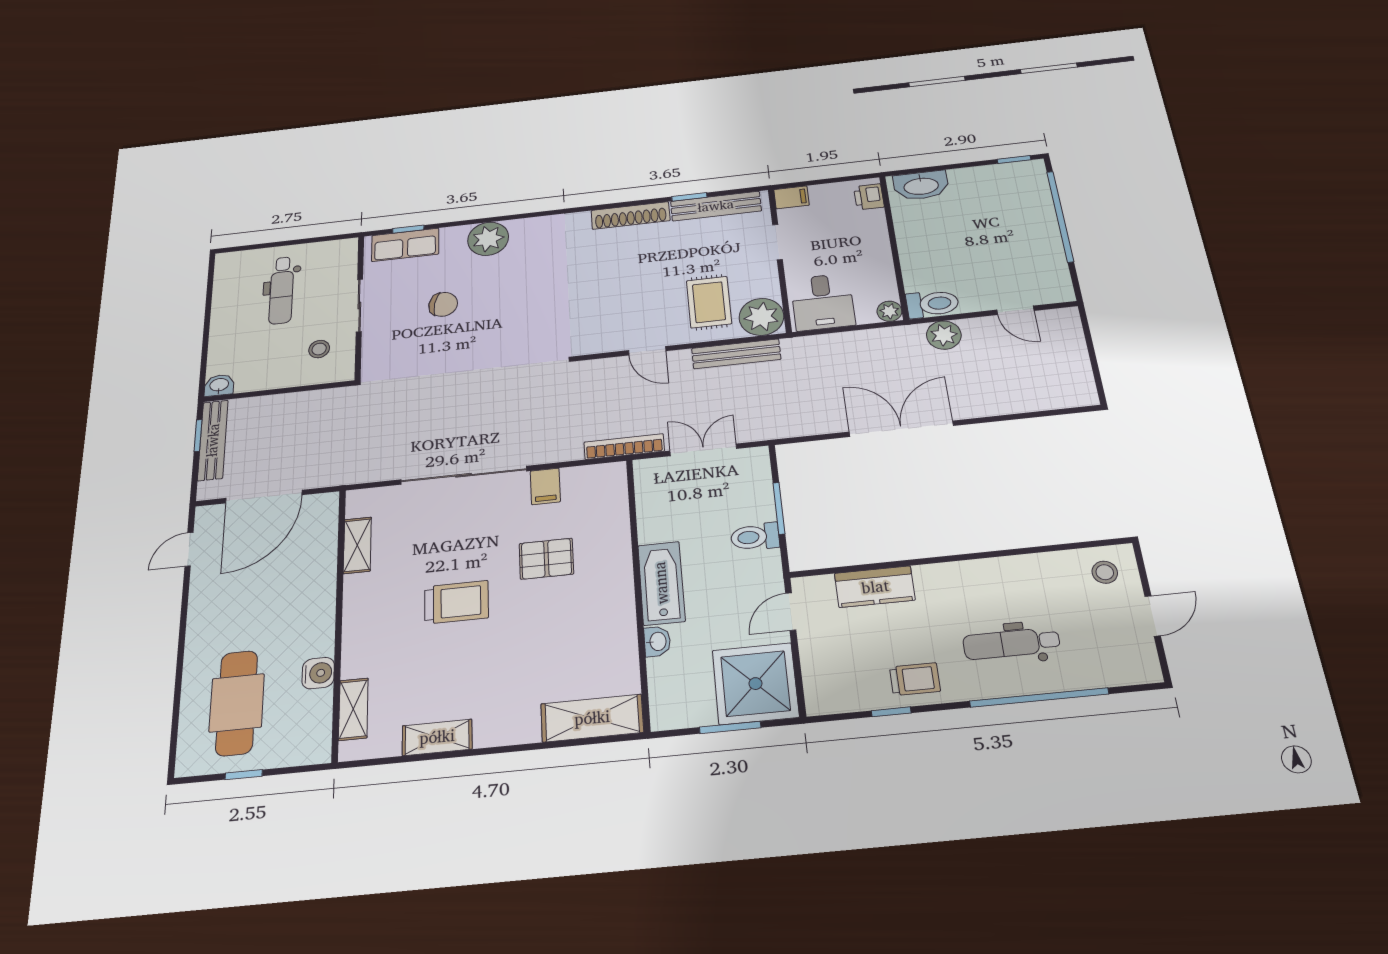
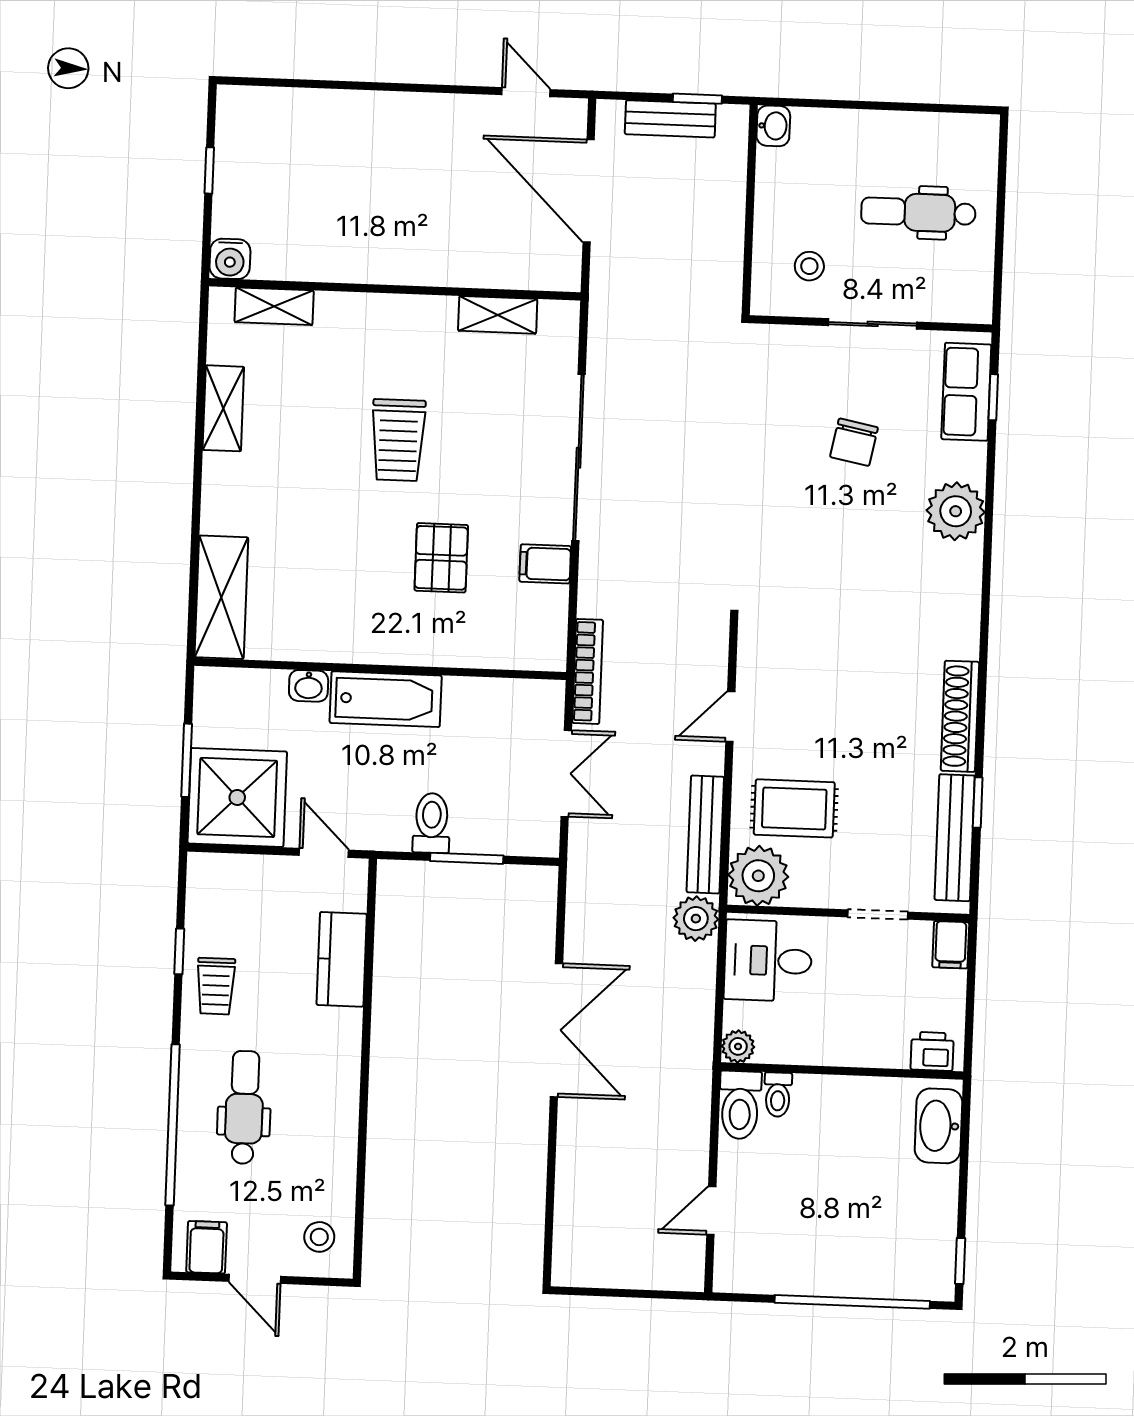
toilet: (920, 282) -> (778, 1095), added
plant: (944, 335) -> (696, 919), moved
bench: (213, 440) -> (670, 119), width x0.73
filing cabinet: (1136, 657) -> (207, 1247), added
water cooler: (318, 673) -> (230, 259), moved
cafe table: (237, 703) -> (303, 160), removed

